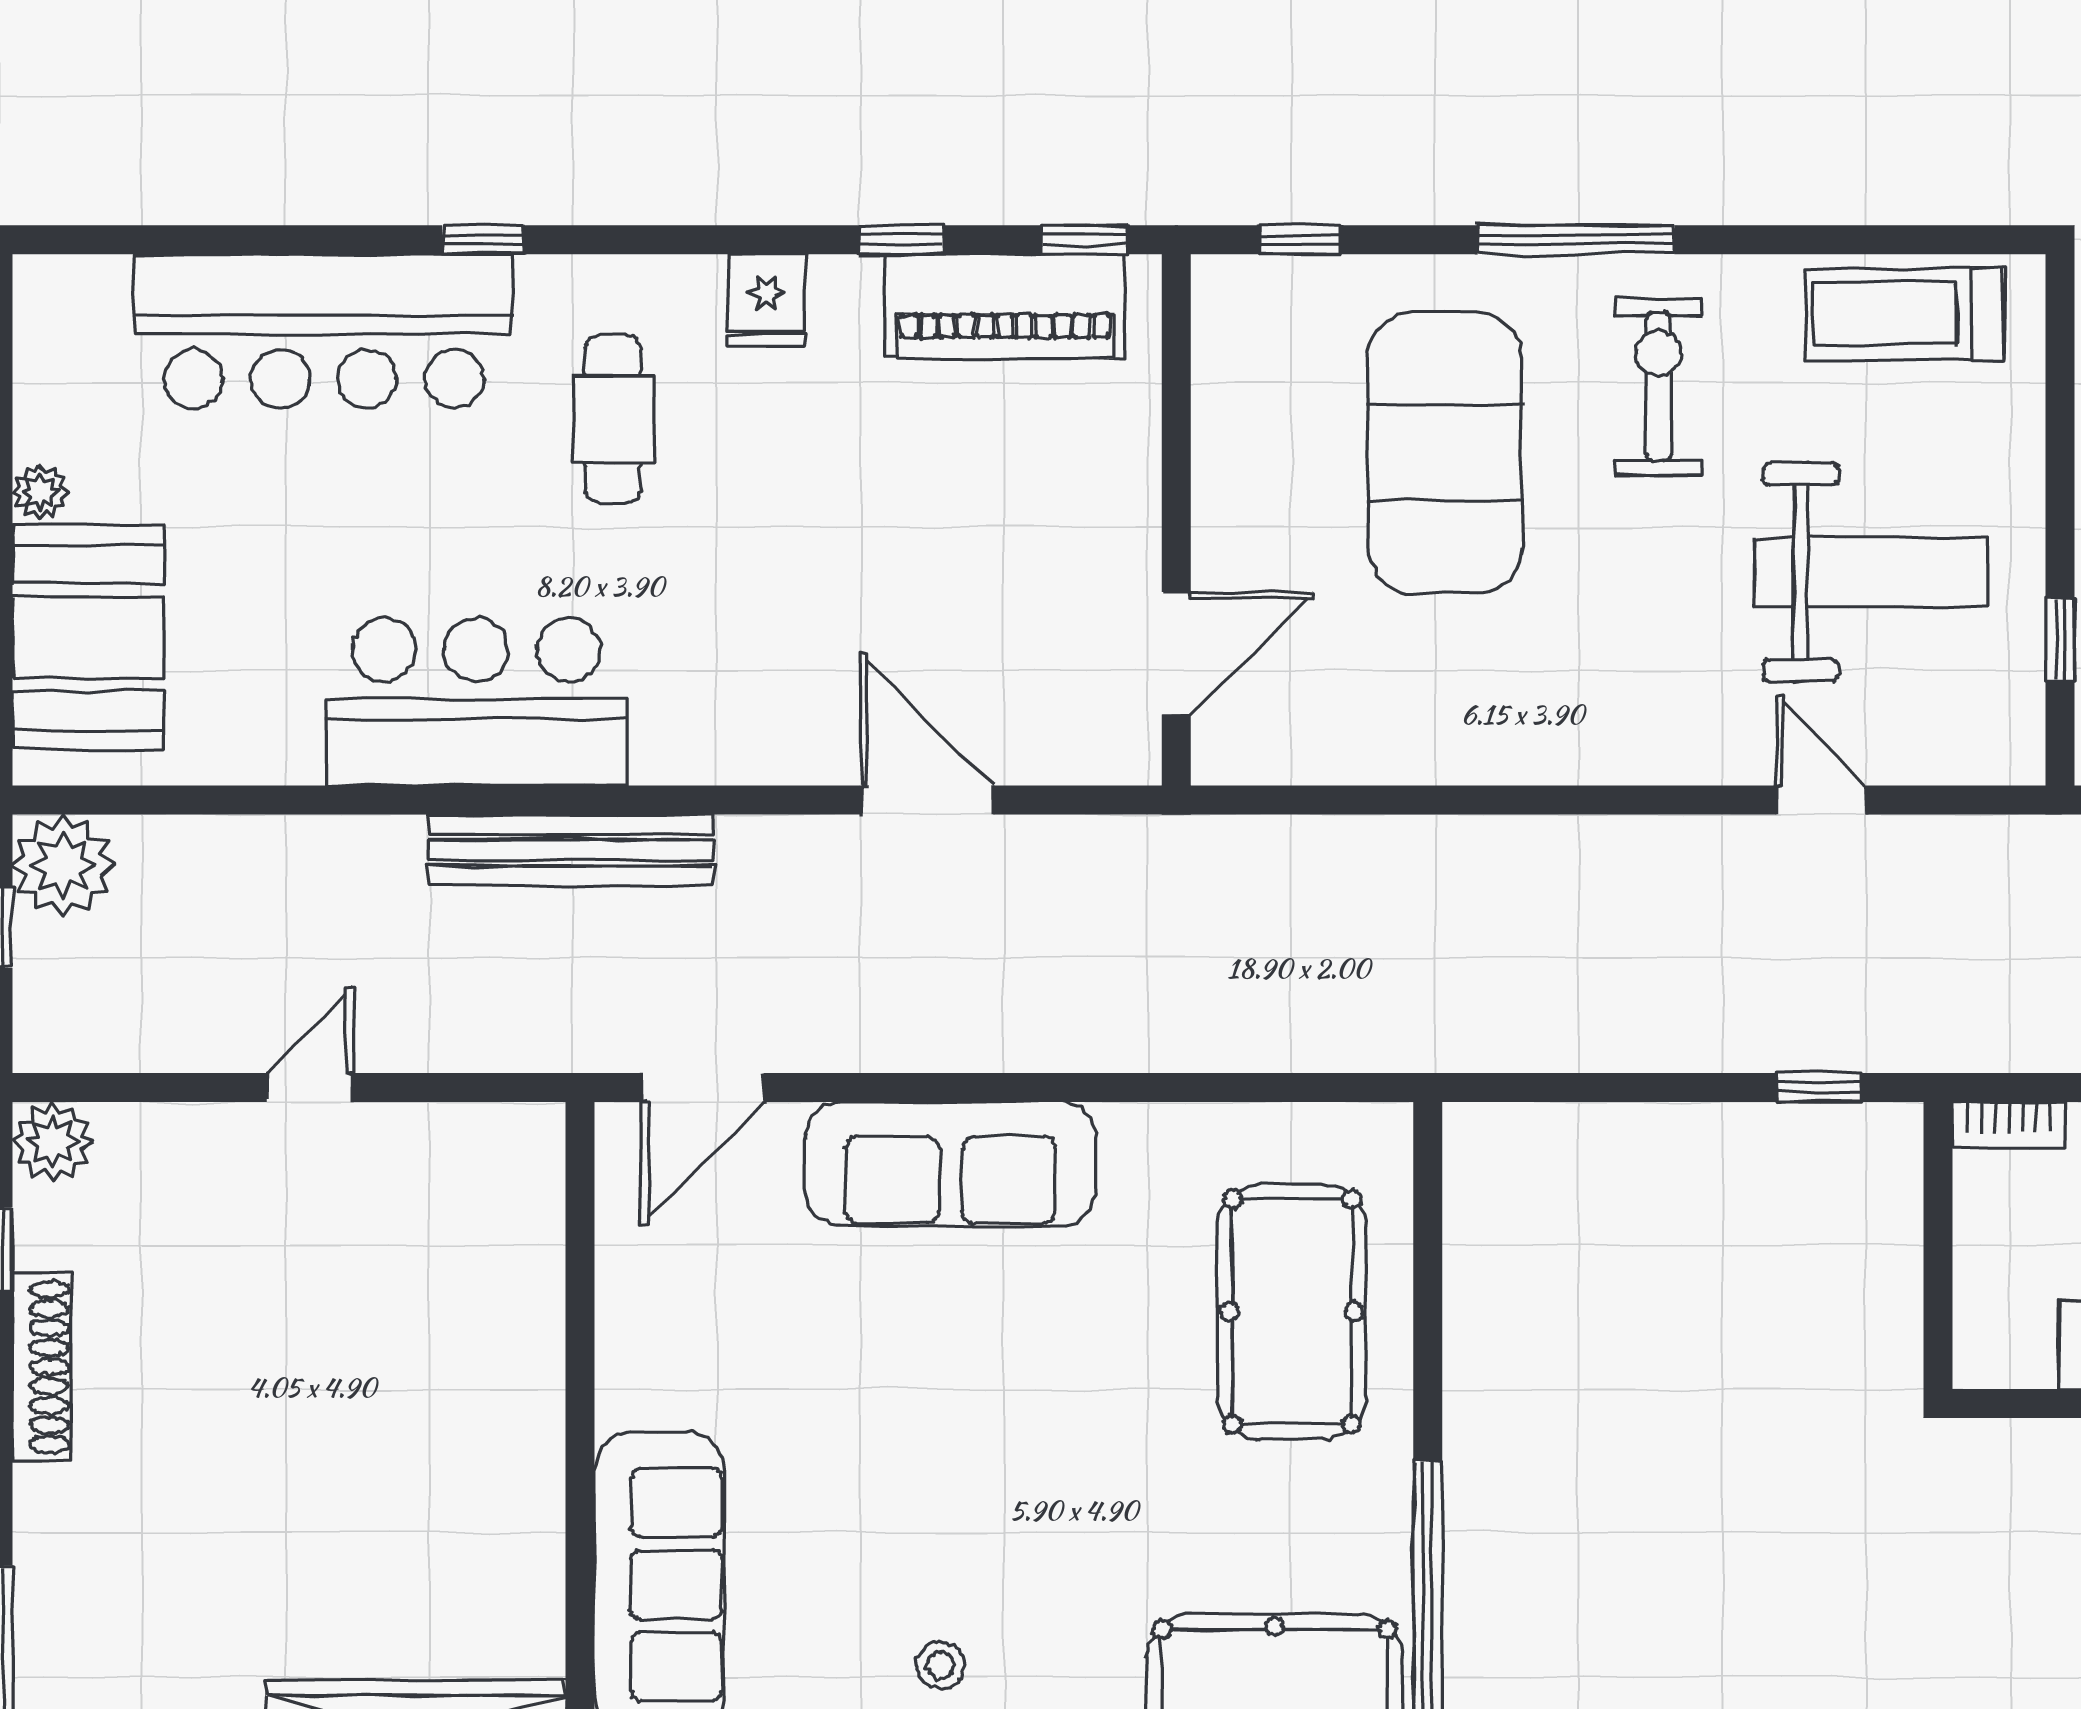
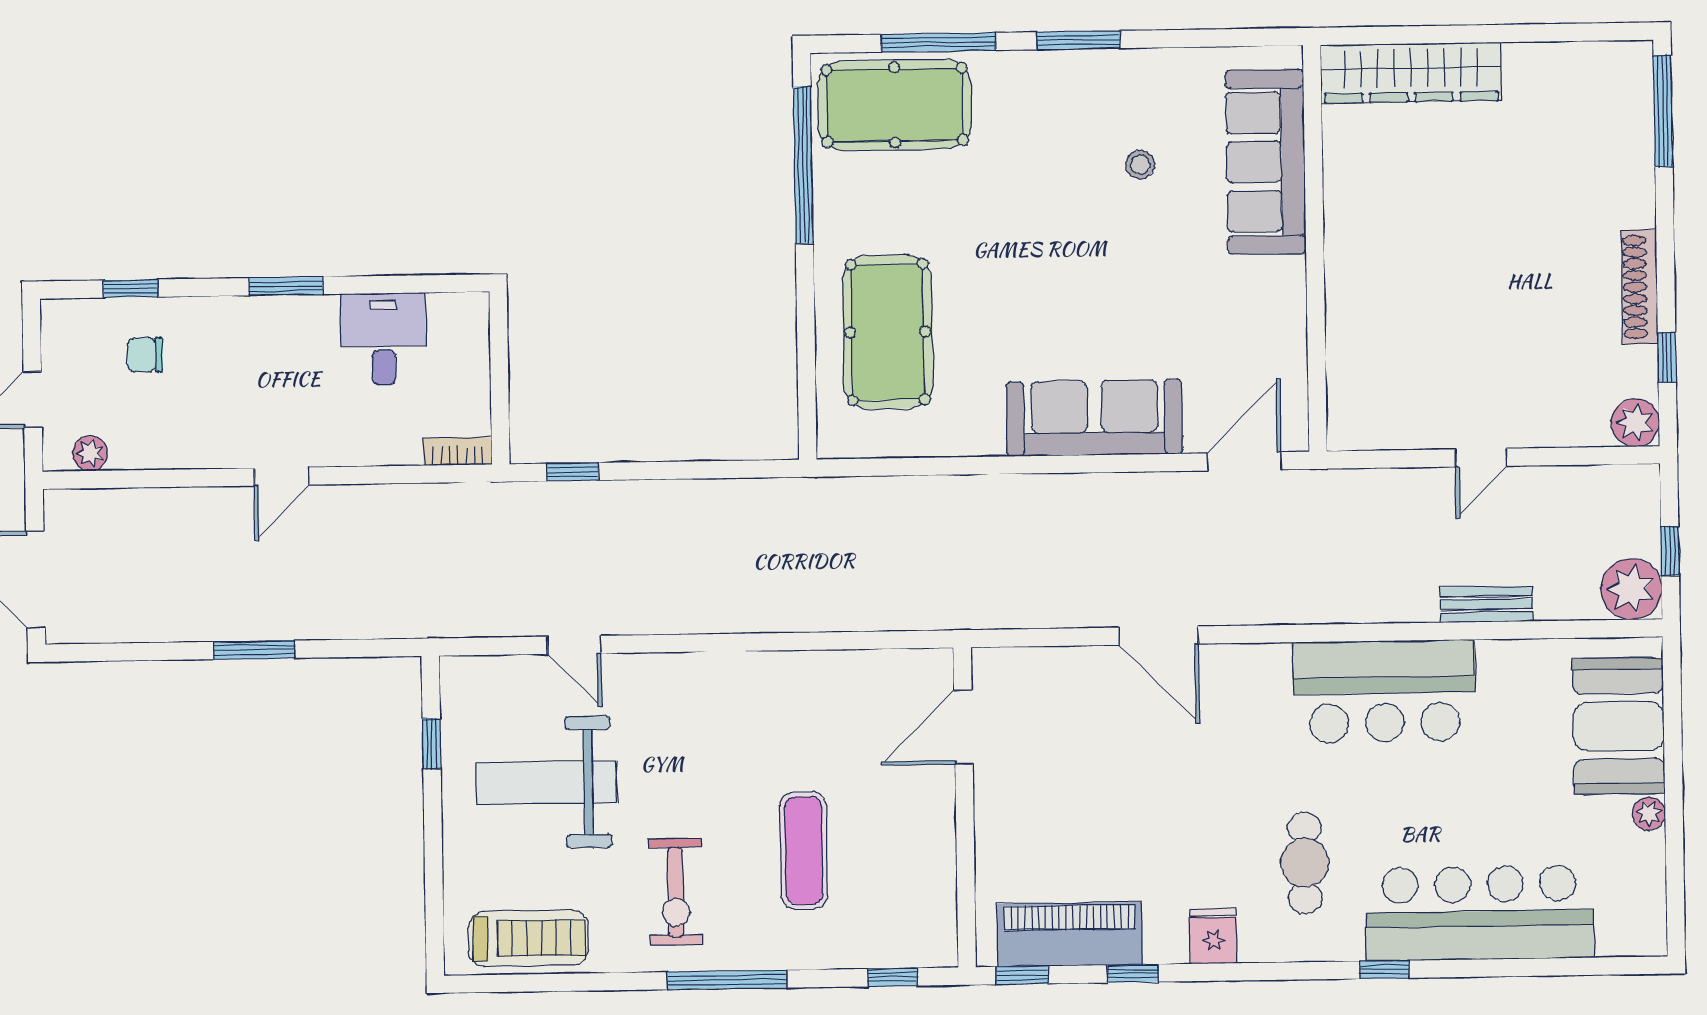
exercise mat: (1445, 453) -> (804, 850), width x0.50, depth x0.69
door: (927, 800) -> (1158, 636), moved
bench: (570, 850) -> (1487, 604), moved, width x0.54, depth x0.82
stool: (941, 1665) -> (1140, 165), moved

